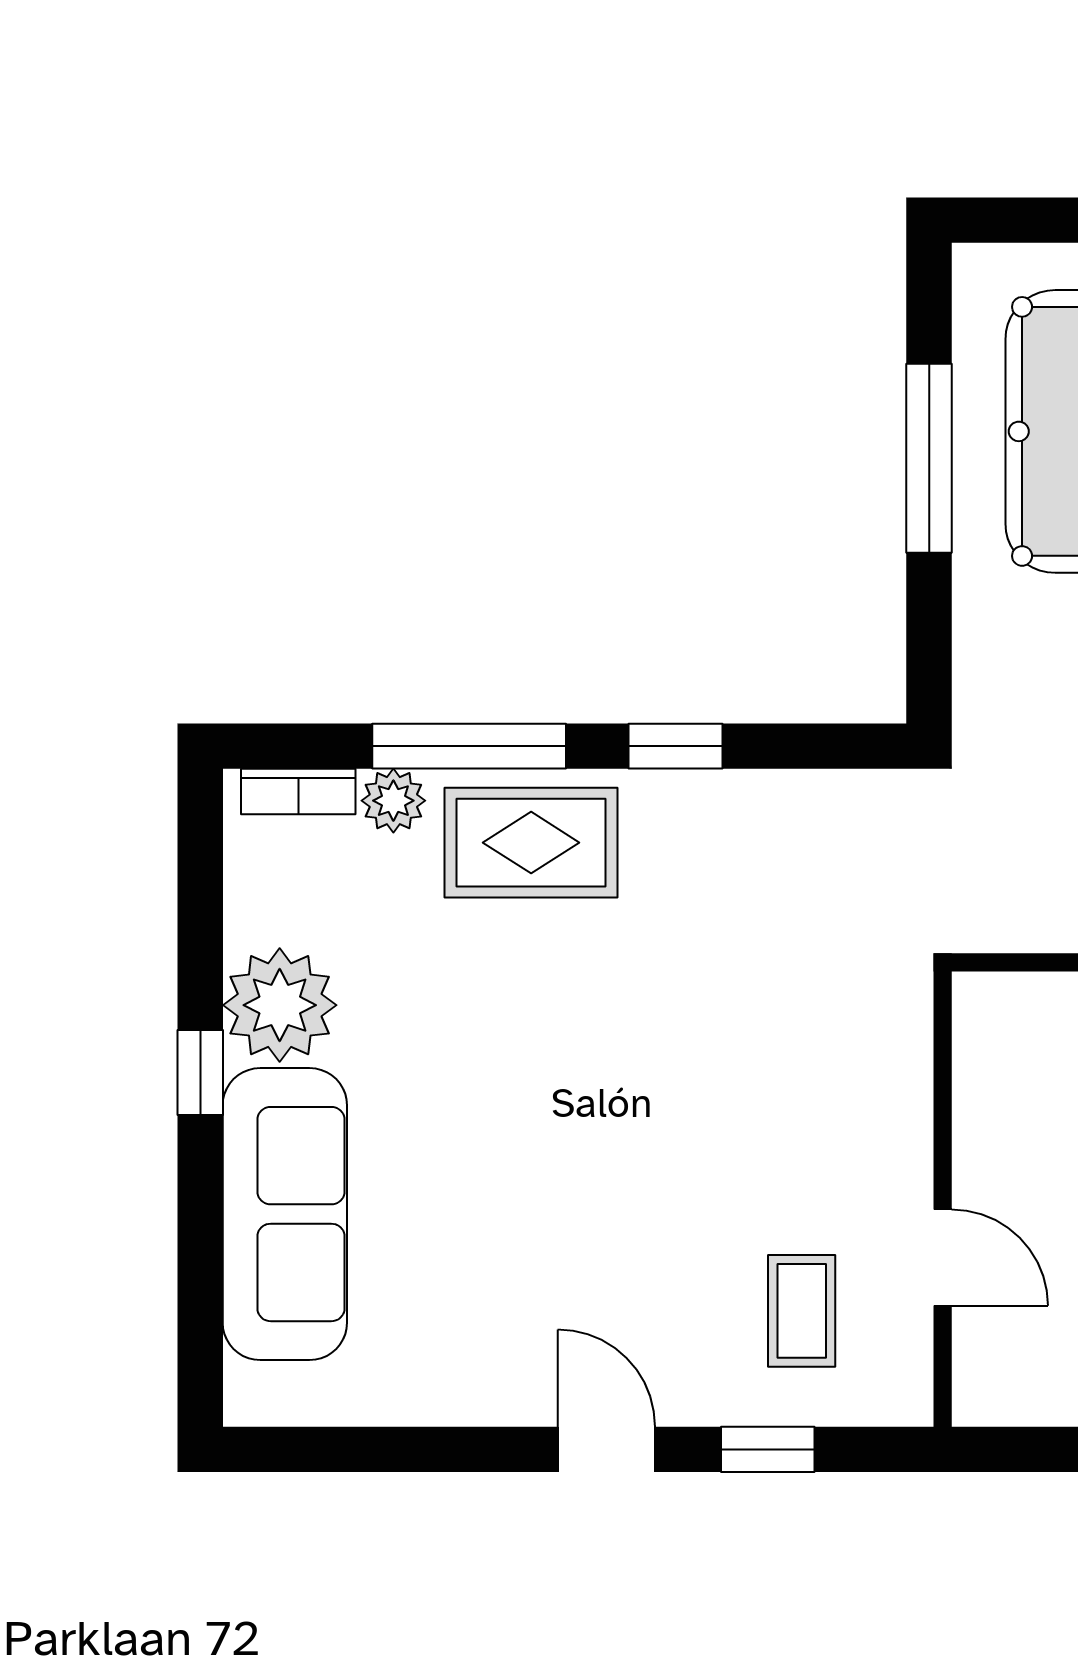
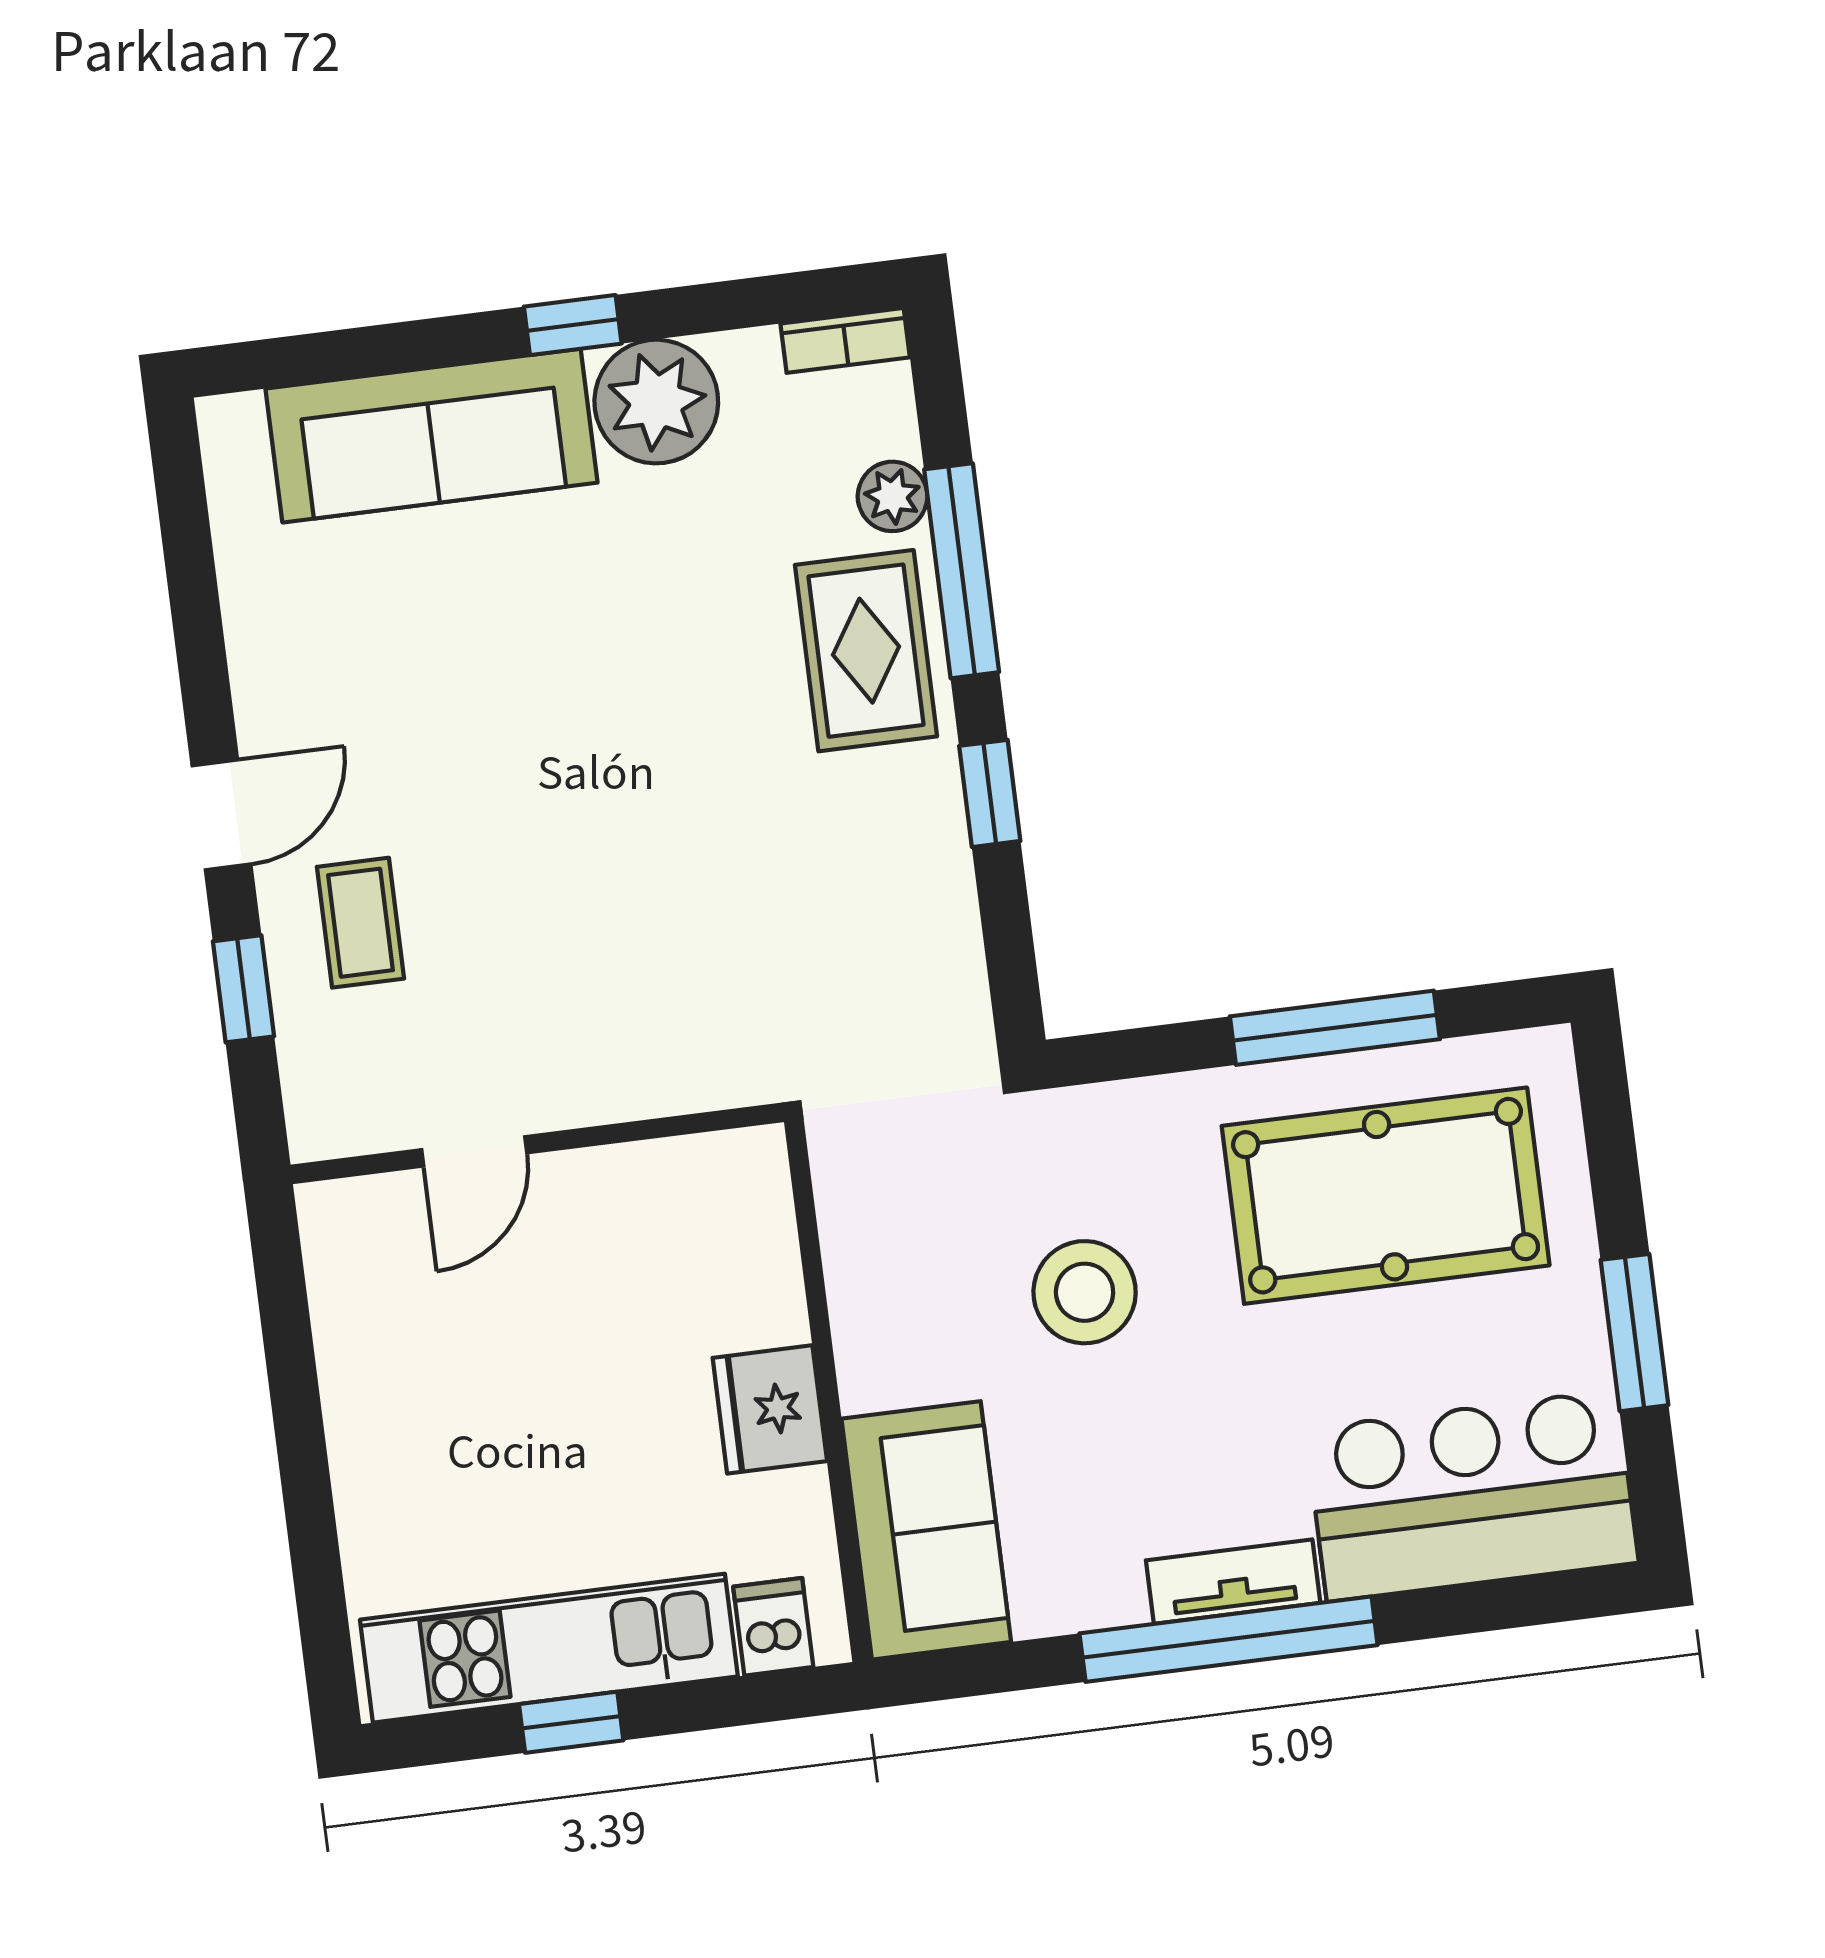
bookcase: (298, 791) -> (845, 340), moved, turned -90
coffee table: (802, 1311) -> (361, 923), moved, turned 90

